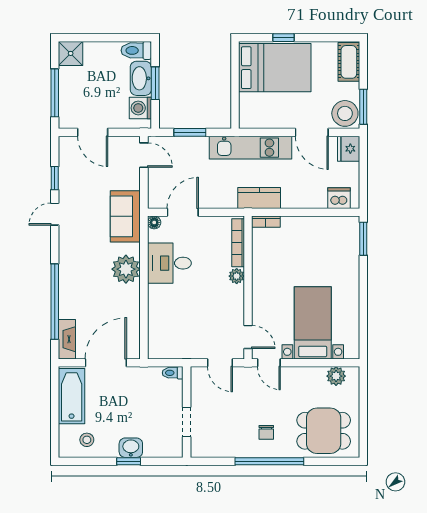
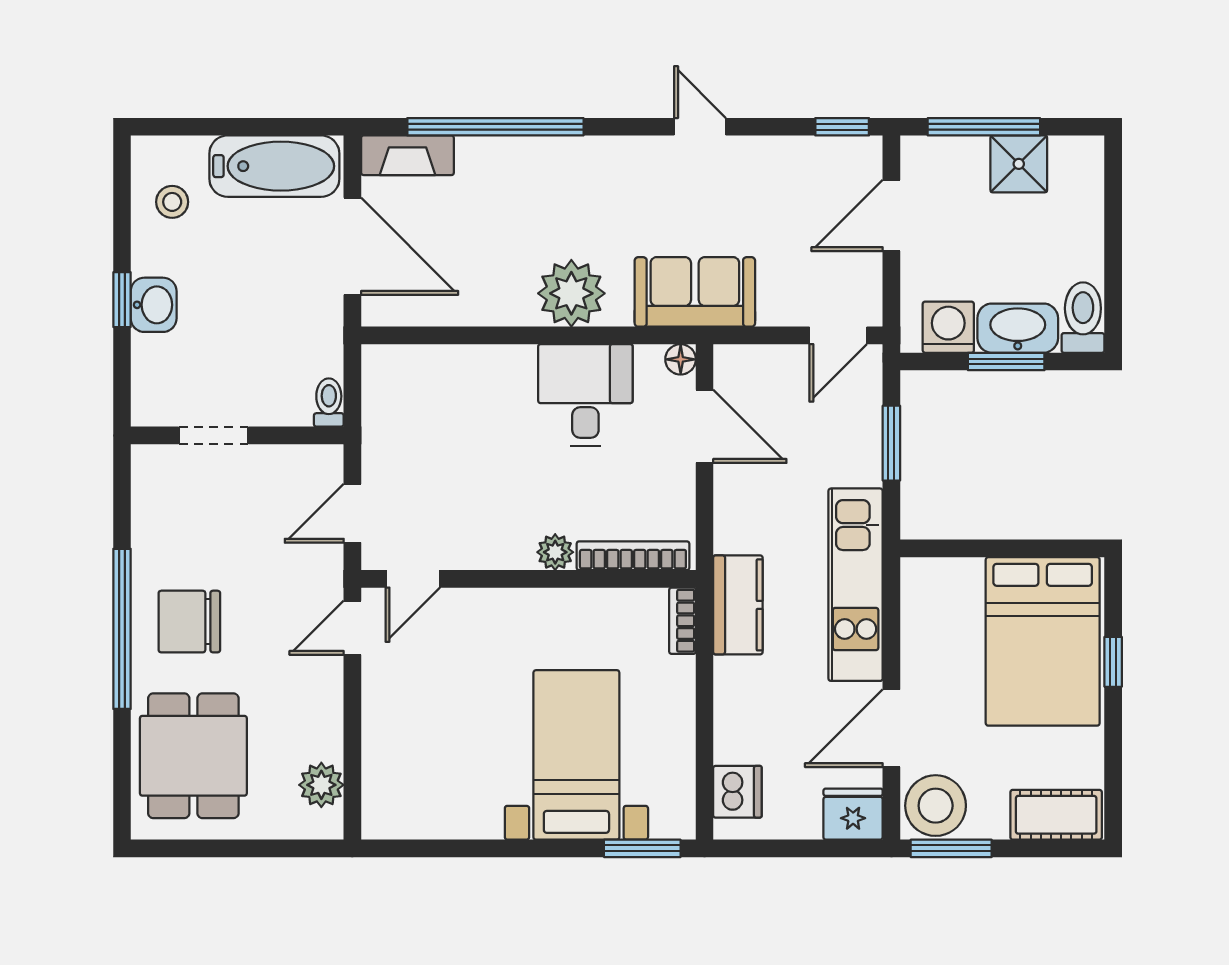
shower: (71, 53) -> (1019, 164), moved
window: (55, 178) -> (842, 127), moved
bed with nightstands: (313, 323) -> (576, 755), moved, turned -90
chair: (266, 432) -> (189, 622), width x1.87, depth x1.87

